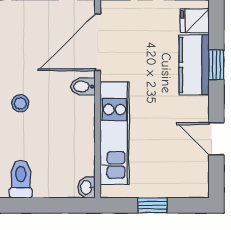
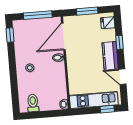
kitchen counter: (194, 65) -> (110, 56), moved
kitchen unit: (115, 133) -> (94, 100), moved, turned -90
window: (152, 205) -> (107, 109), moved

